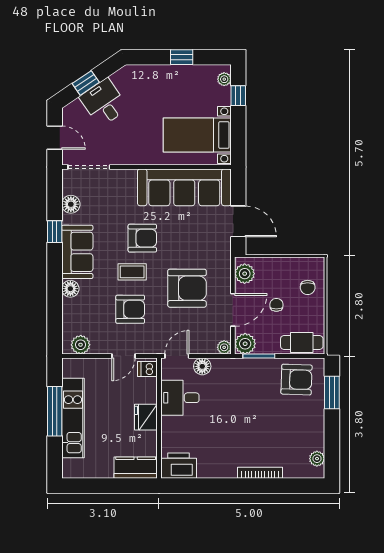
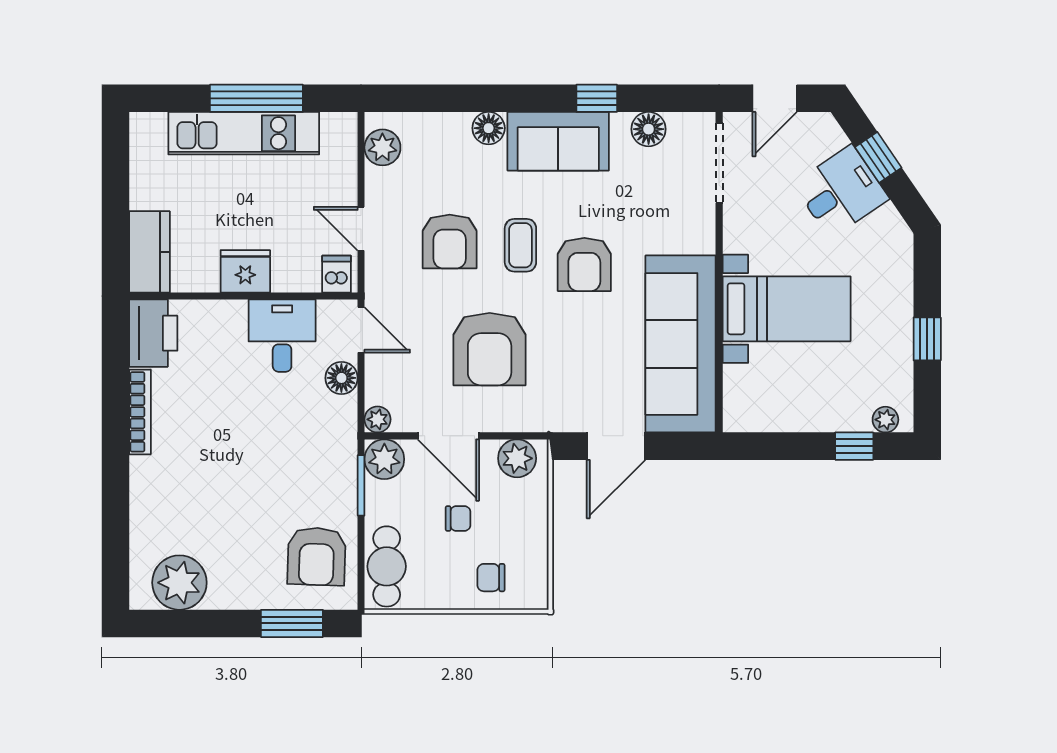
bed with nightstands: (197, 135) -> (787, 309), moved, turned 90
plant: (317, 459) -> (179, 583), width x1.87, depth x1.87
bookcase: (260, 473) -> (140, 412), moved

